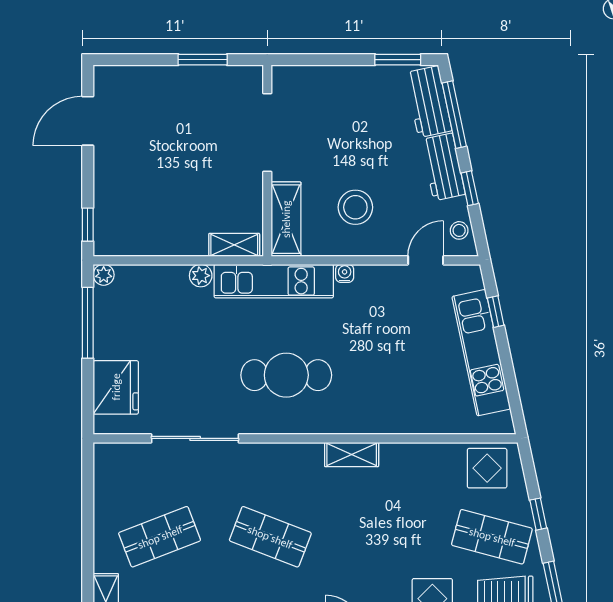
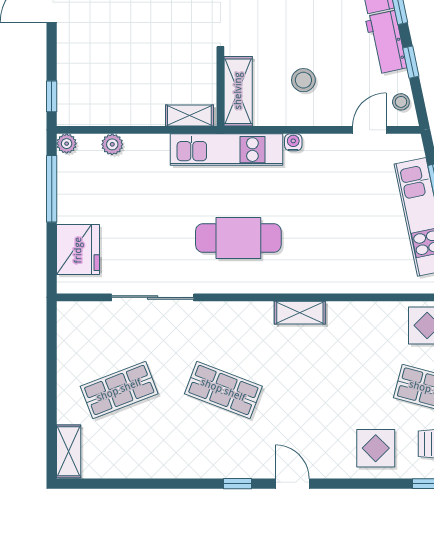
stool: (355, 207) -> (303, 80), width x0.73, depth x0.73
plant: (201, 276) -> (112, 144), moved

